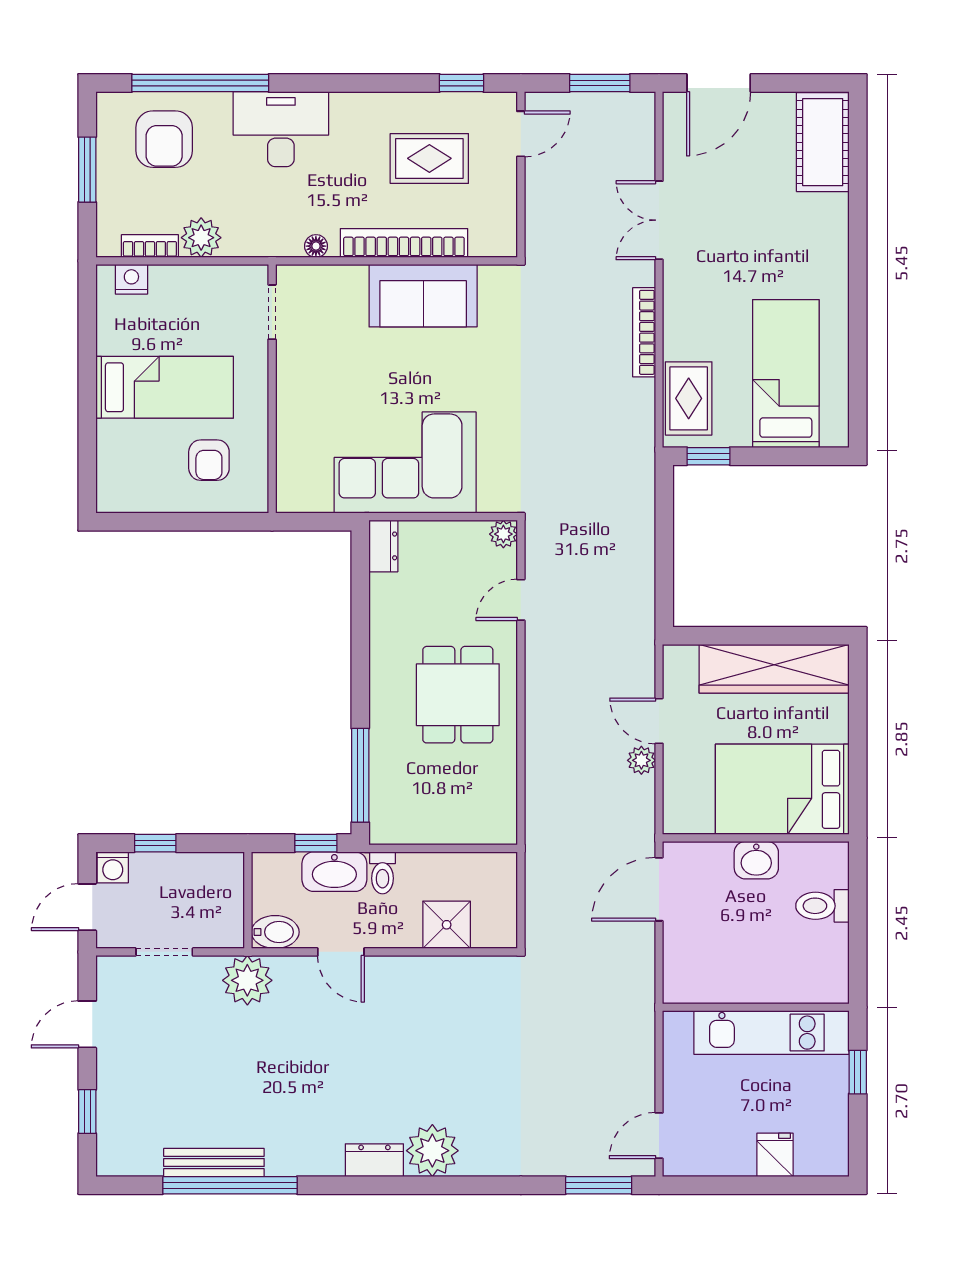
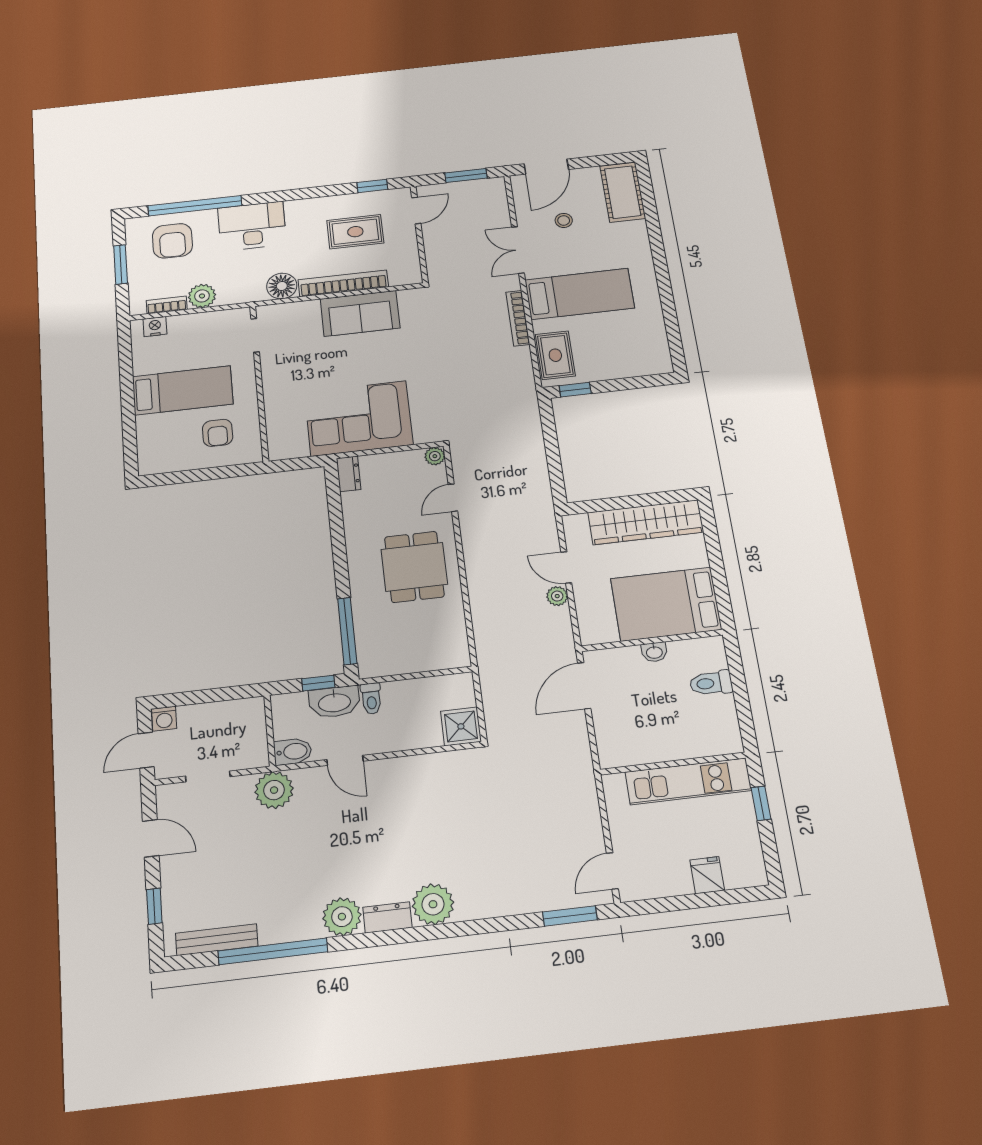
stool: (731, 179) -> (564, 220), added
floor lamp: (316, 246) -> (282, 286), width x1.89, depth x1.89
bed: (786, 374) -> (580, 294), moved, turned 90
window: (155, 843) -> (196, 697), removed
washbasin: (756, 860) -> (654, 652), width x0.72, depth x0.69
shower: (447, 925) -> (461, 726), moved
door: (87, 1024) -> (151, 838), swing flipped
plant: (318, 1152) -> (342, 917), added
bench: (214, 1162) -> (217, 940), moved

